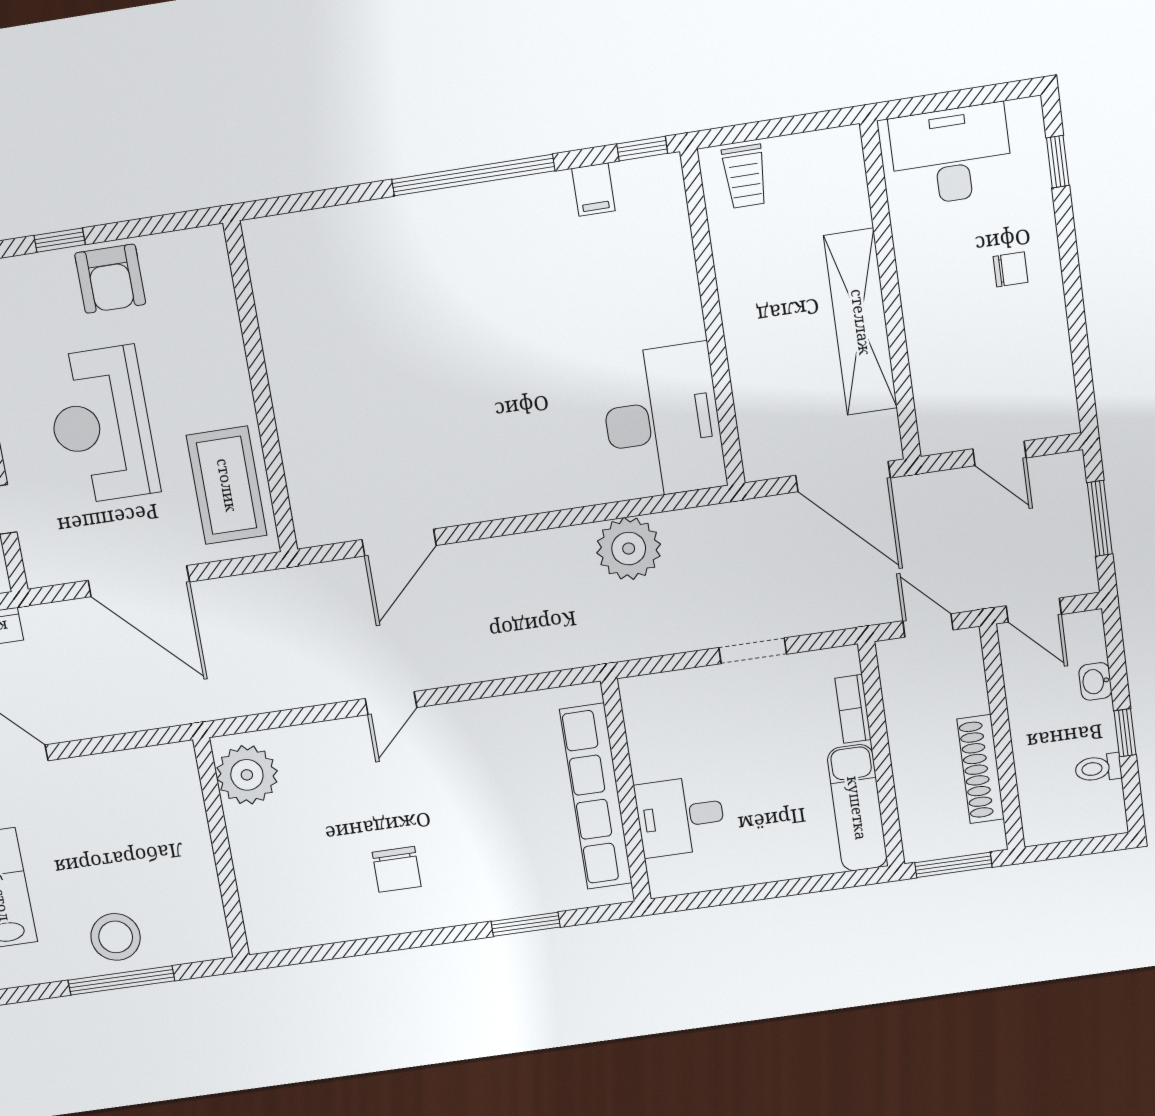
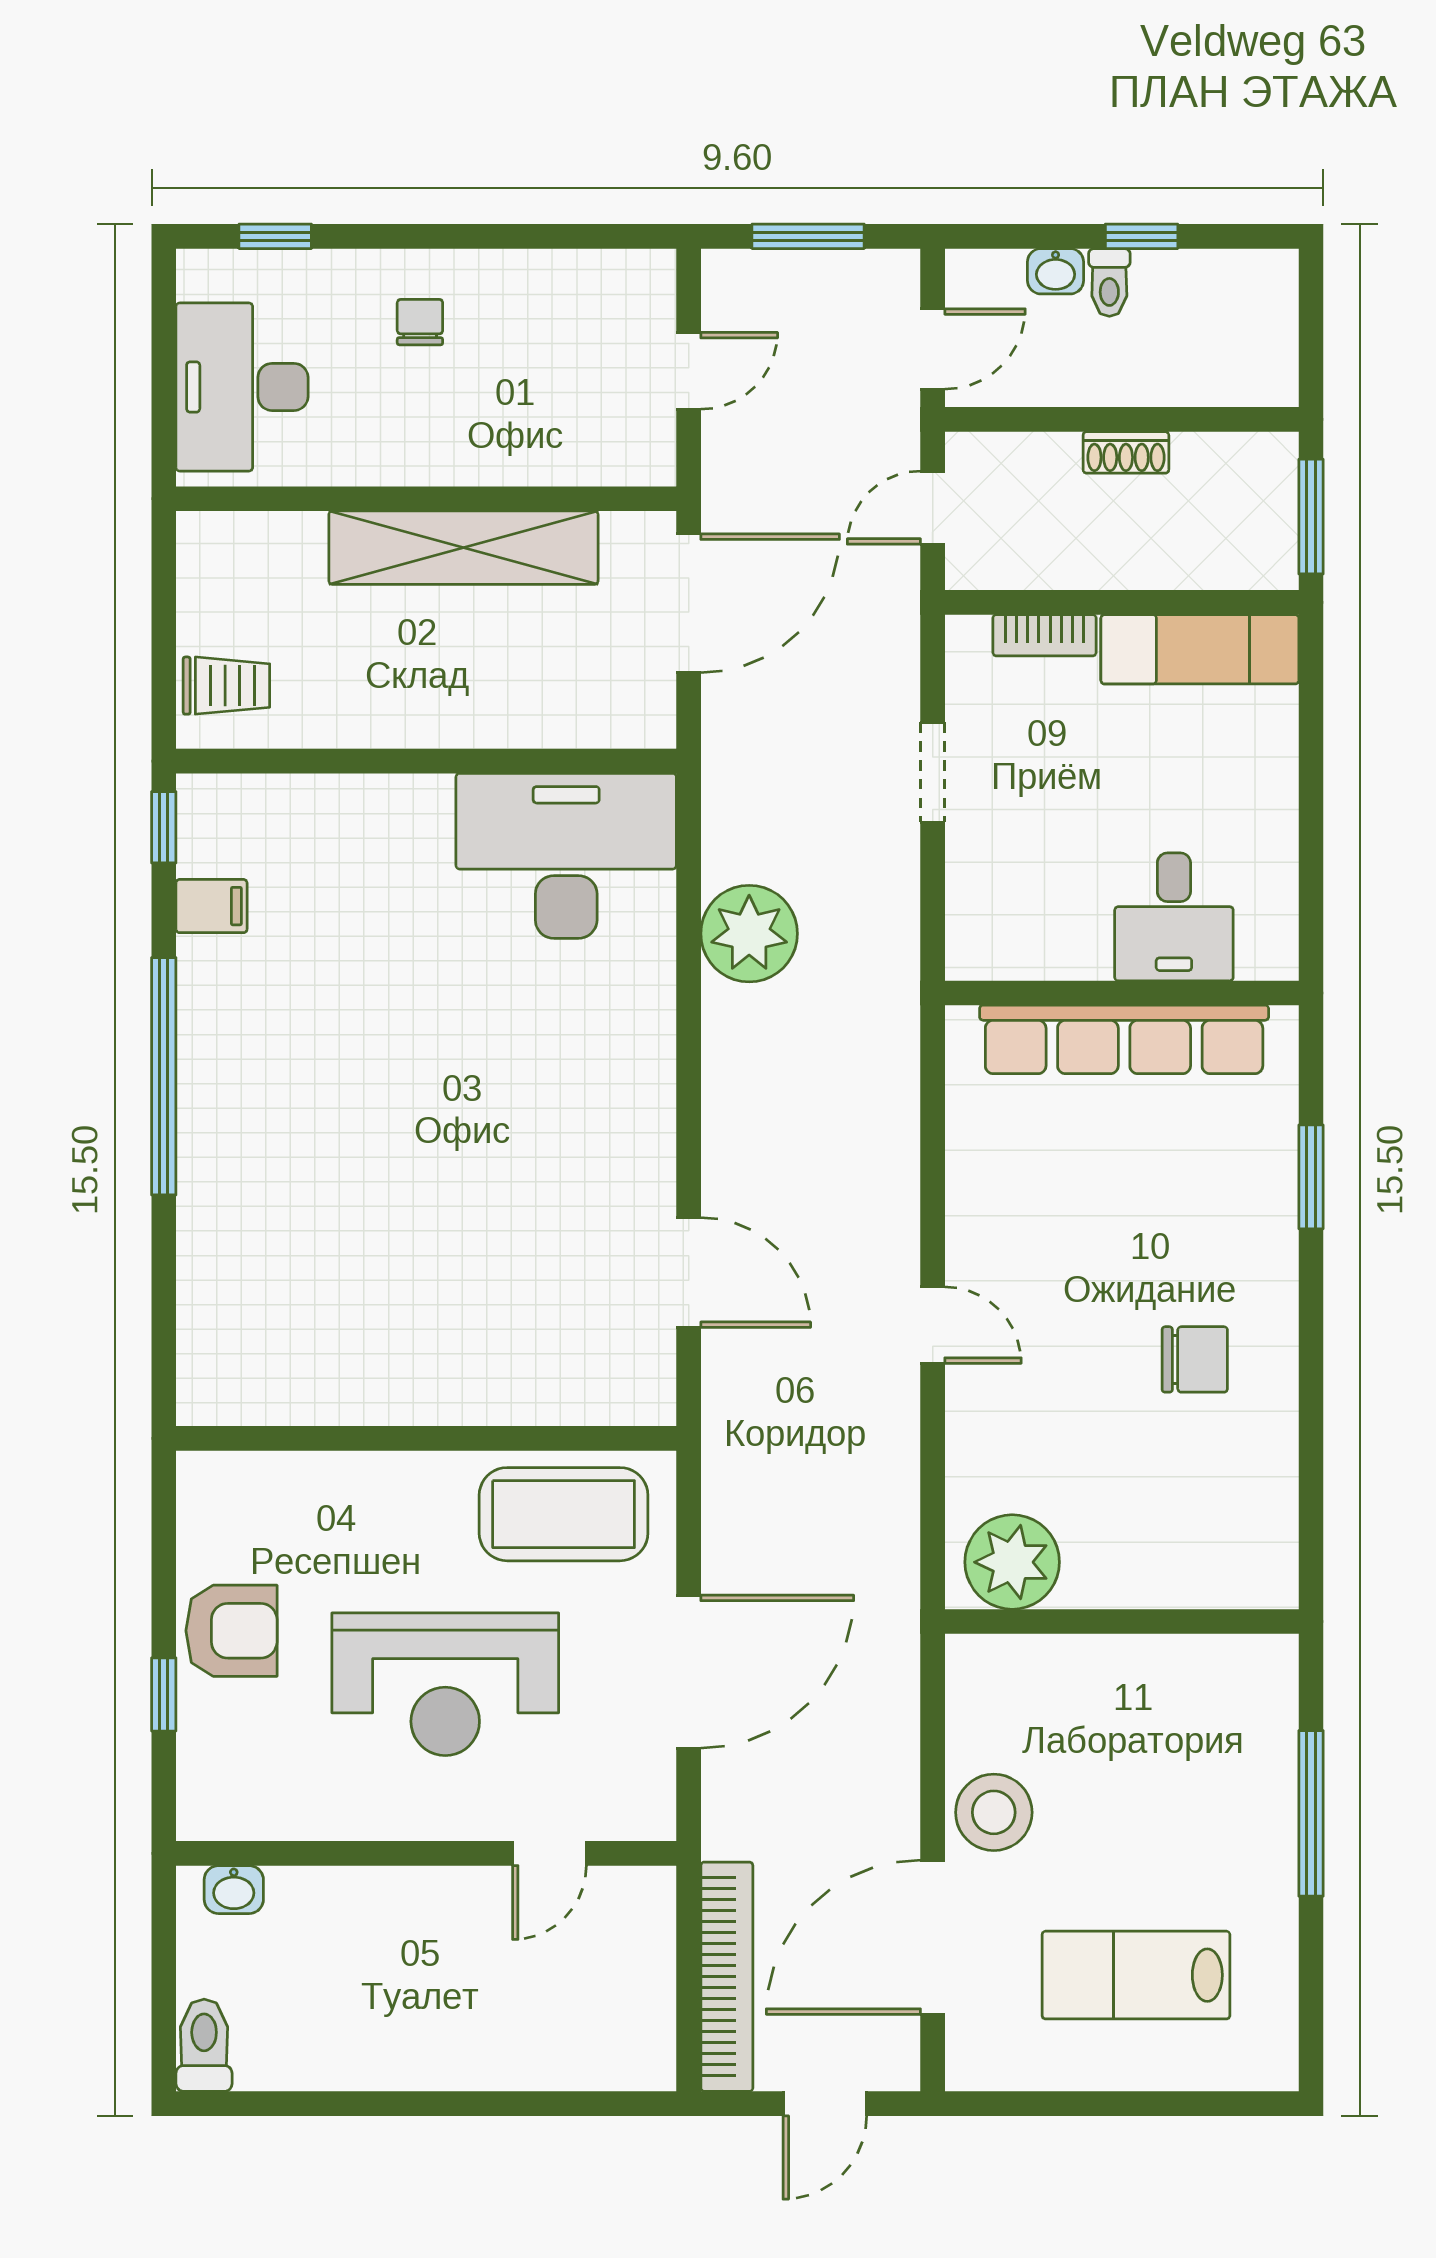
toilet: (1098, 768) -> (1109, 282), moved
shoe rack: (981, 769) -> (1126, 452), width x0.51, depth x0.81
stool: (116, 937) -> (994, 1812), moved

